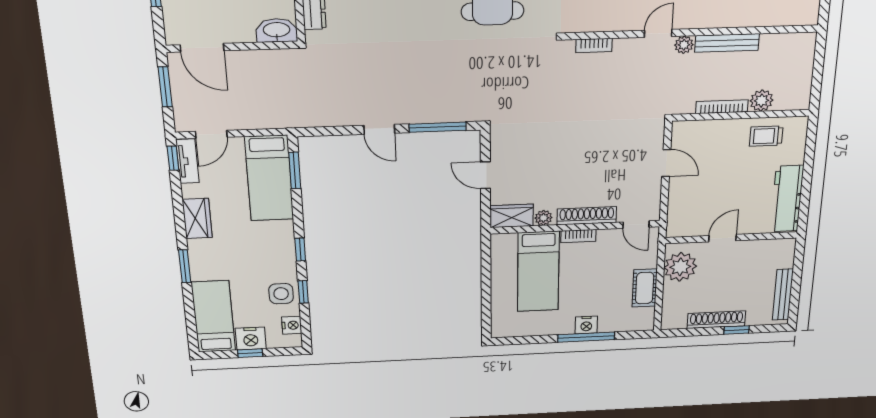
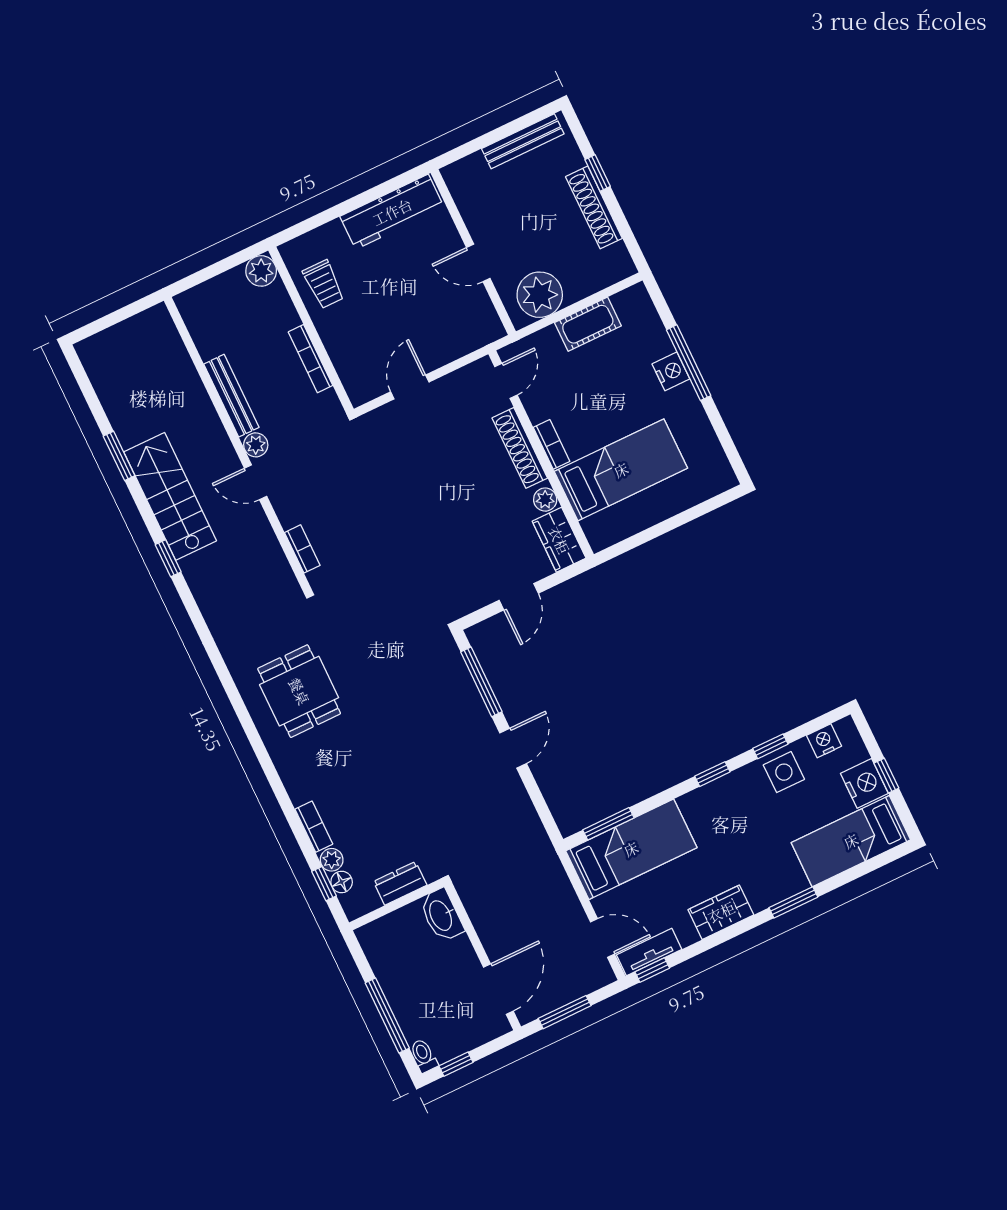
plant: (762, 101) -> (261, 271), moved

